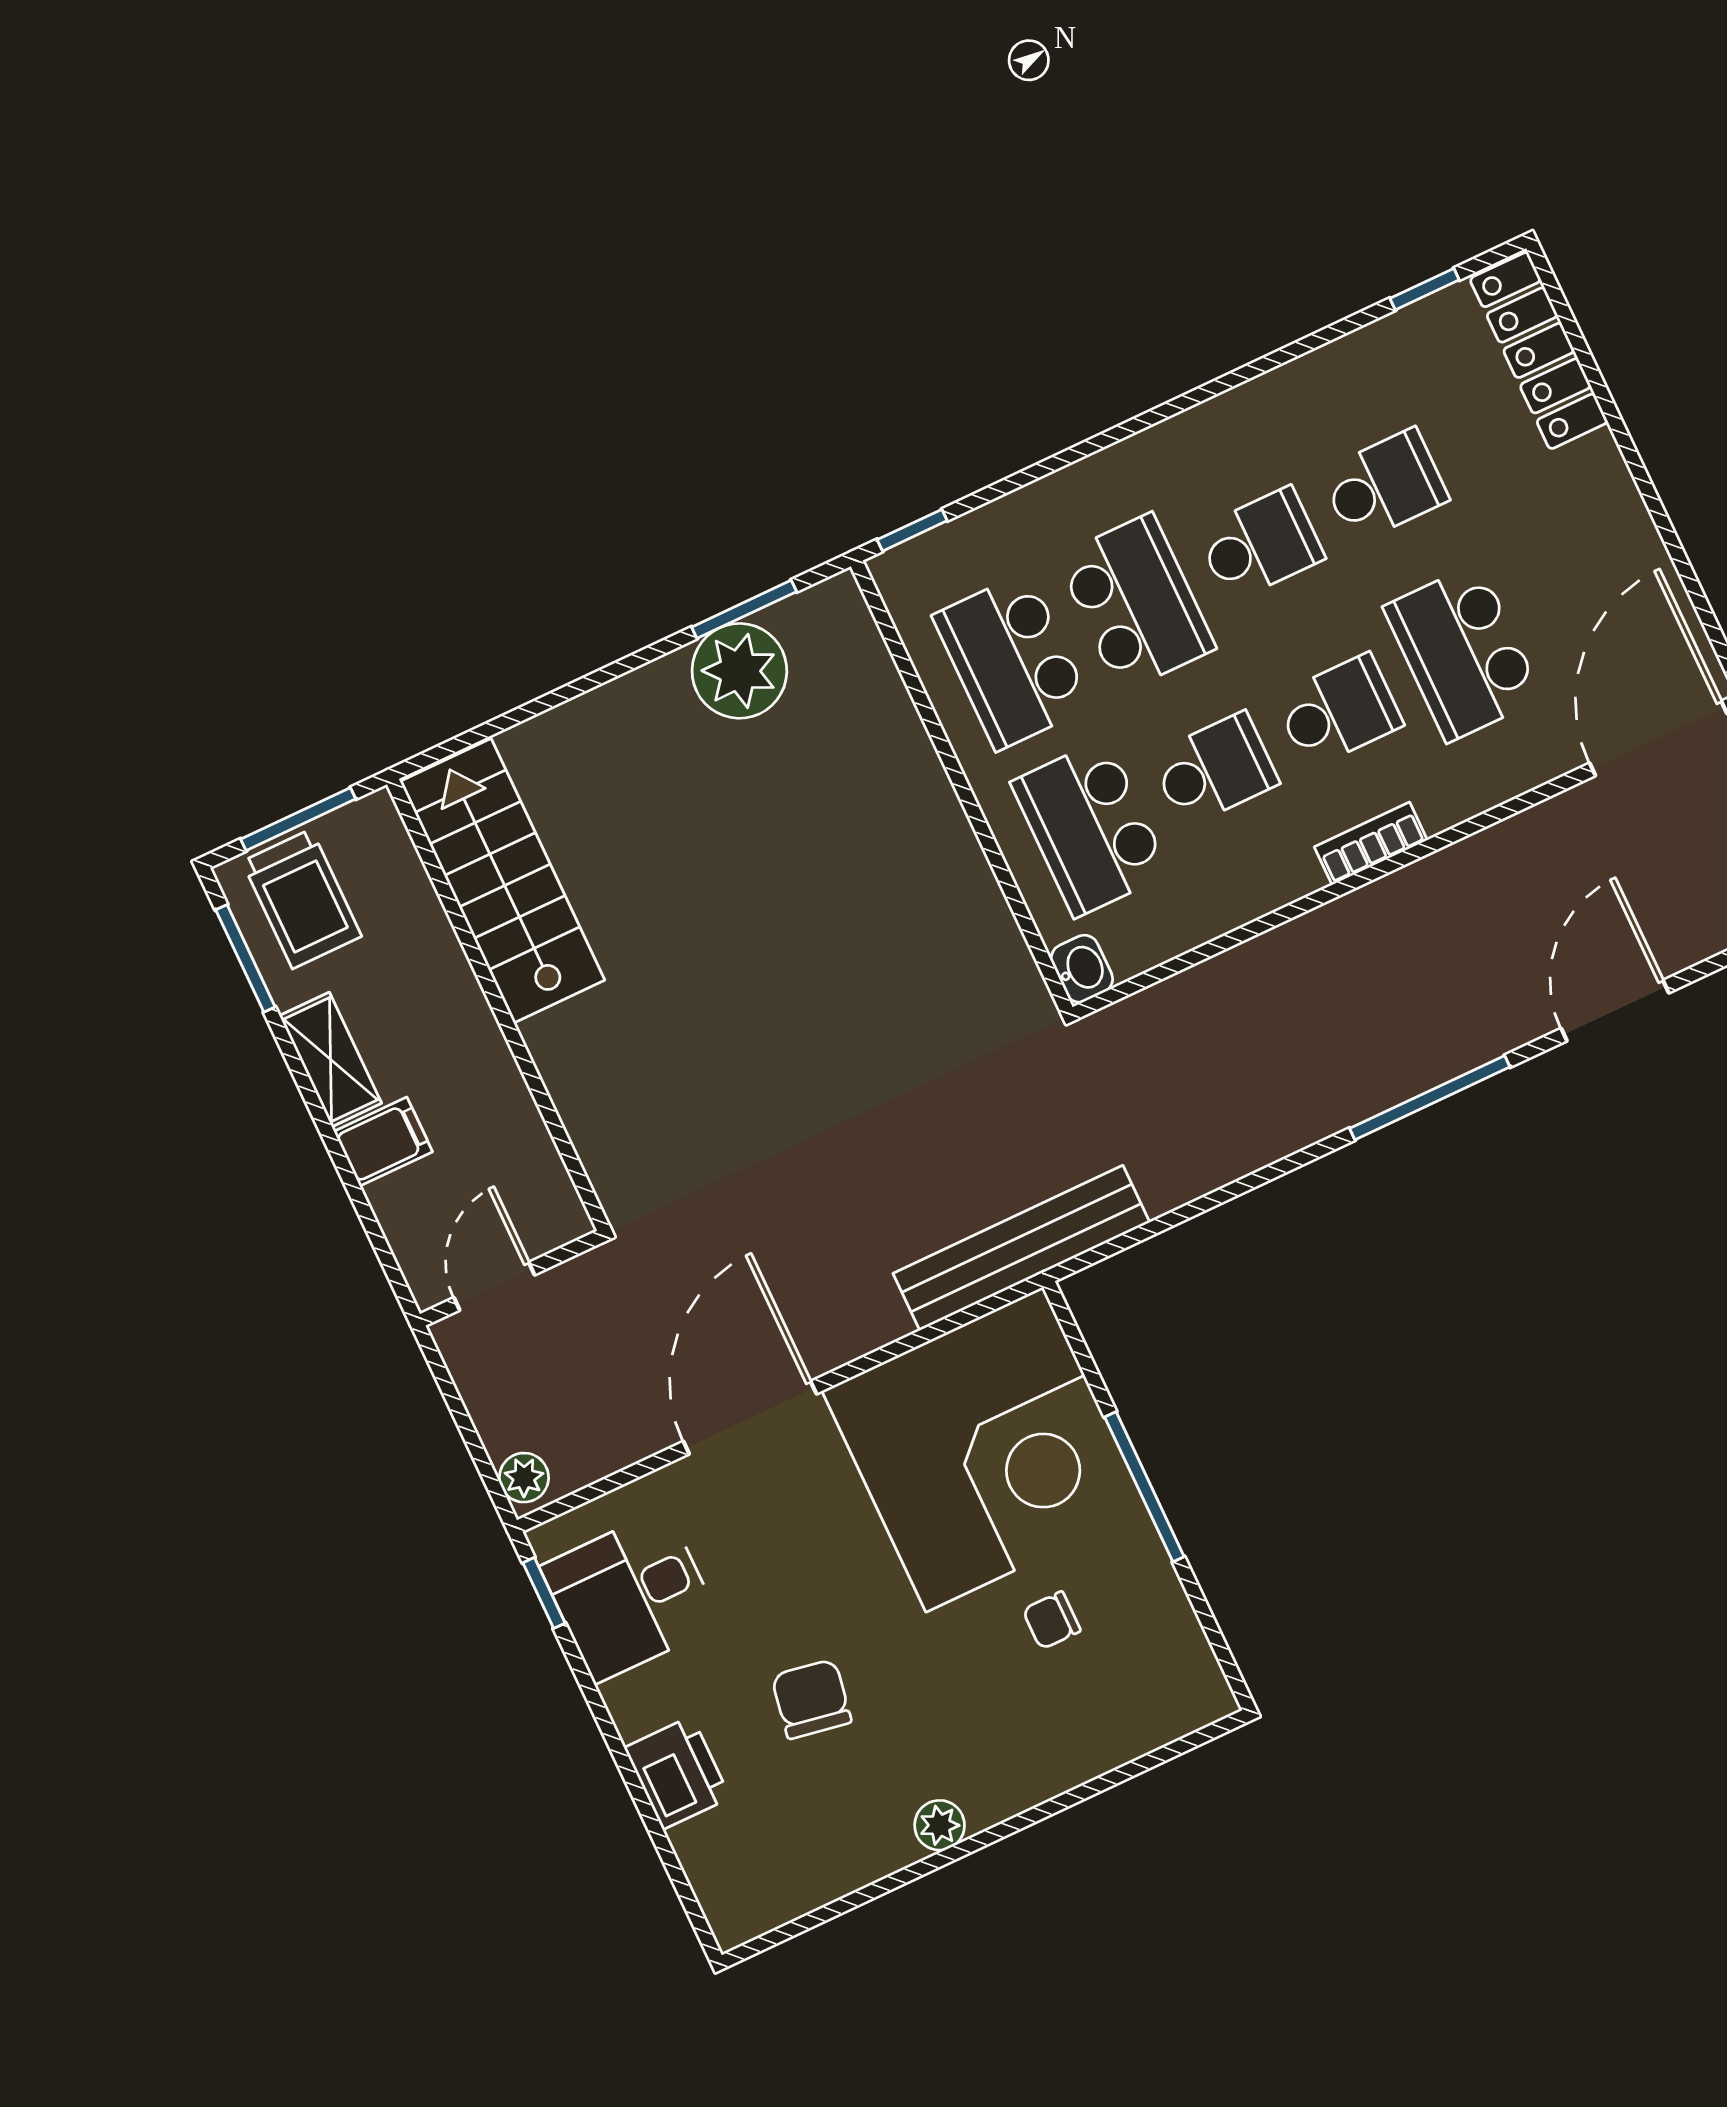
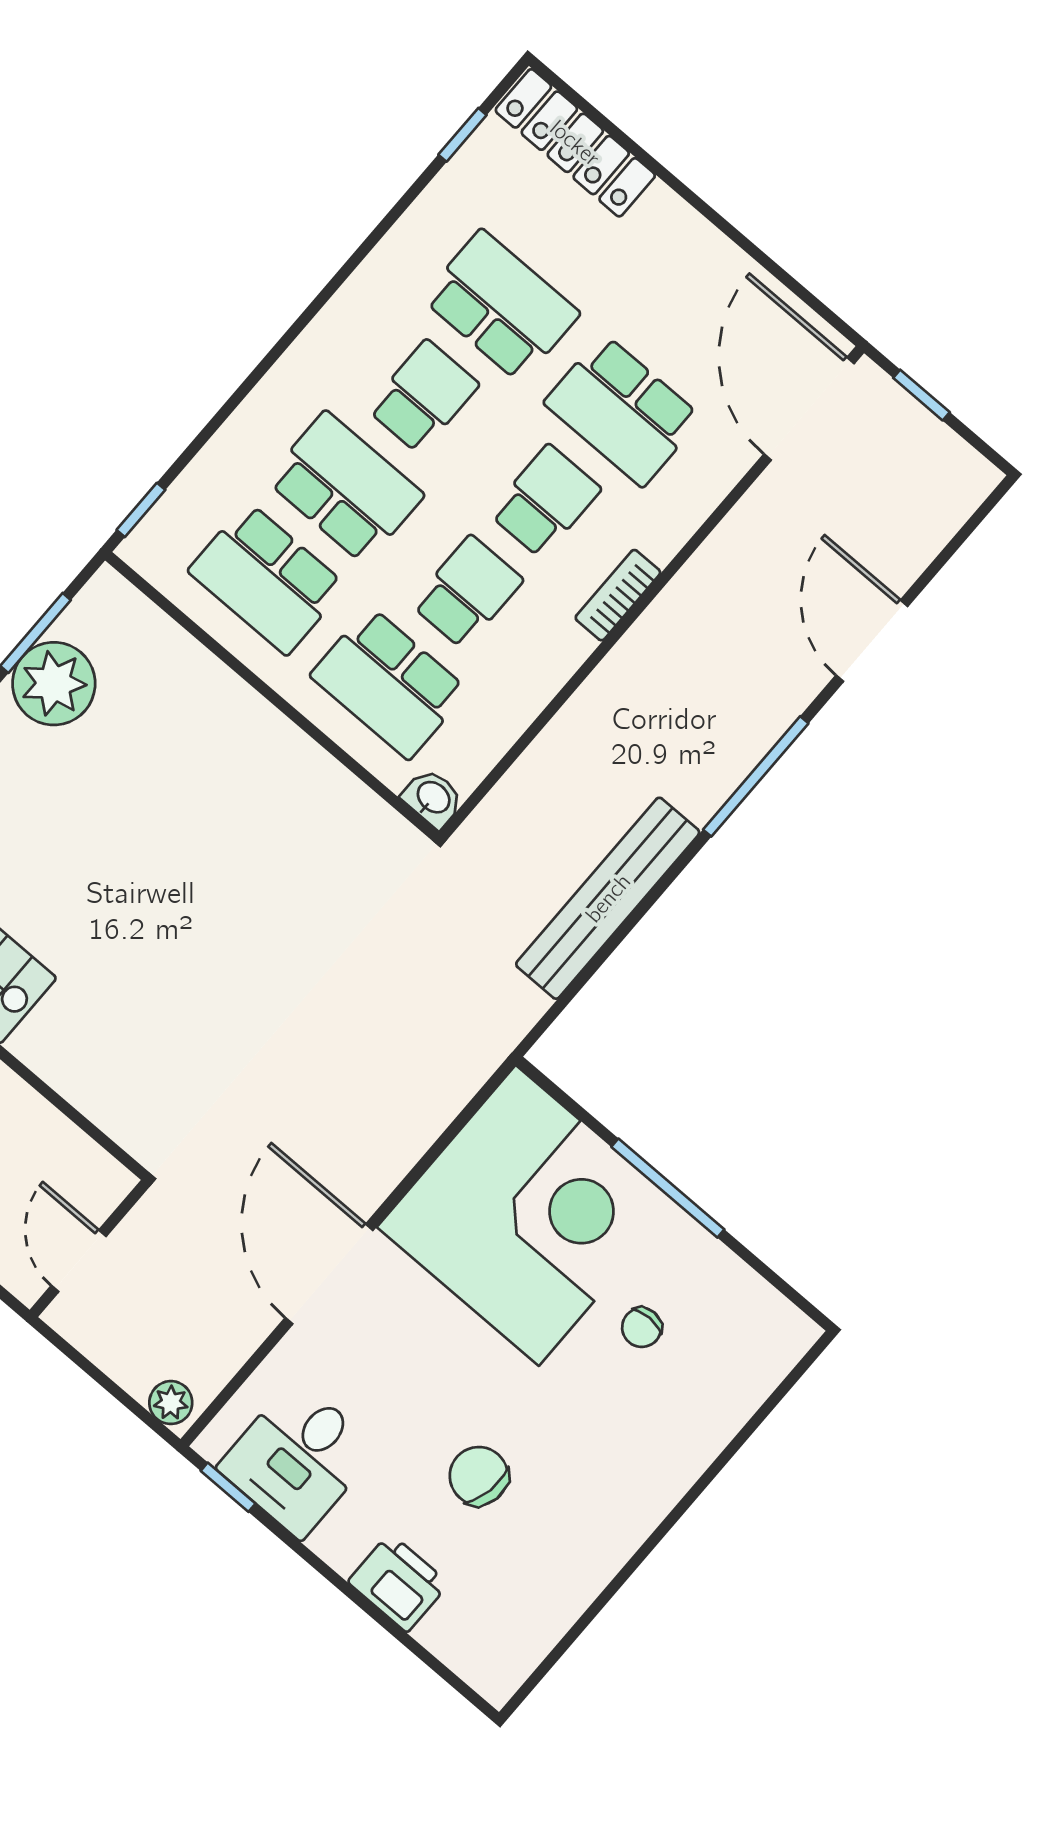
school desk: (1384, 486) -> (501, 306), width x1.85
bench: (1021, 1248) -> (608, 898), moved
plant: (940, 1825) -> (626, 1531), removed

